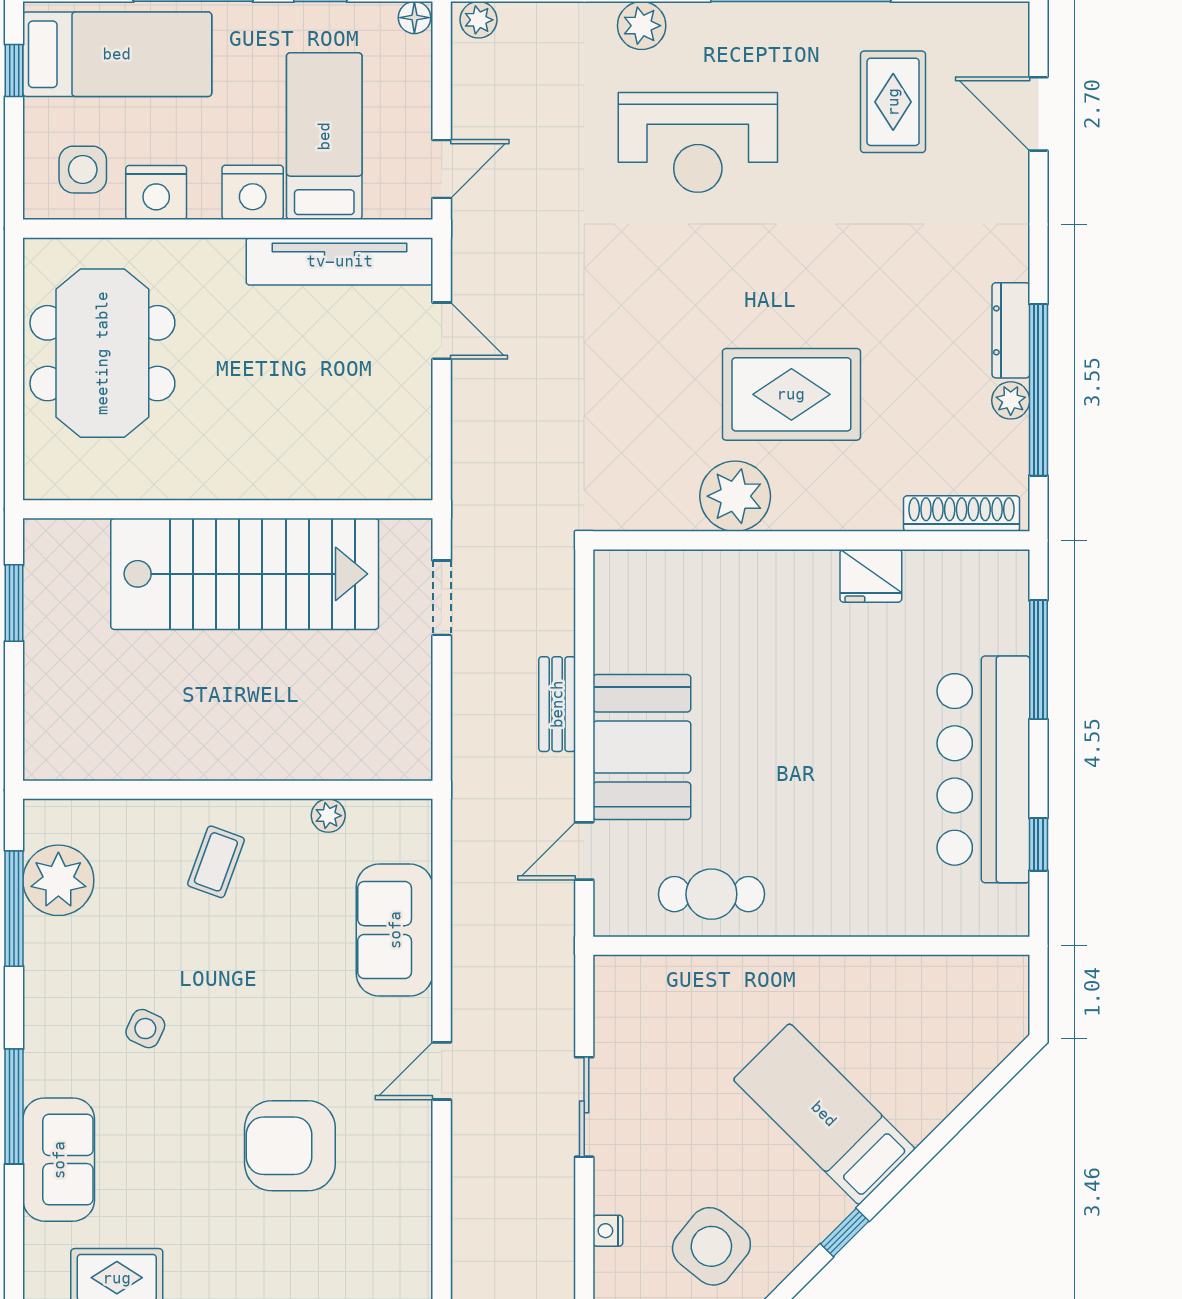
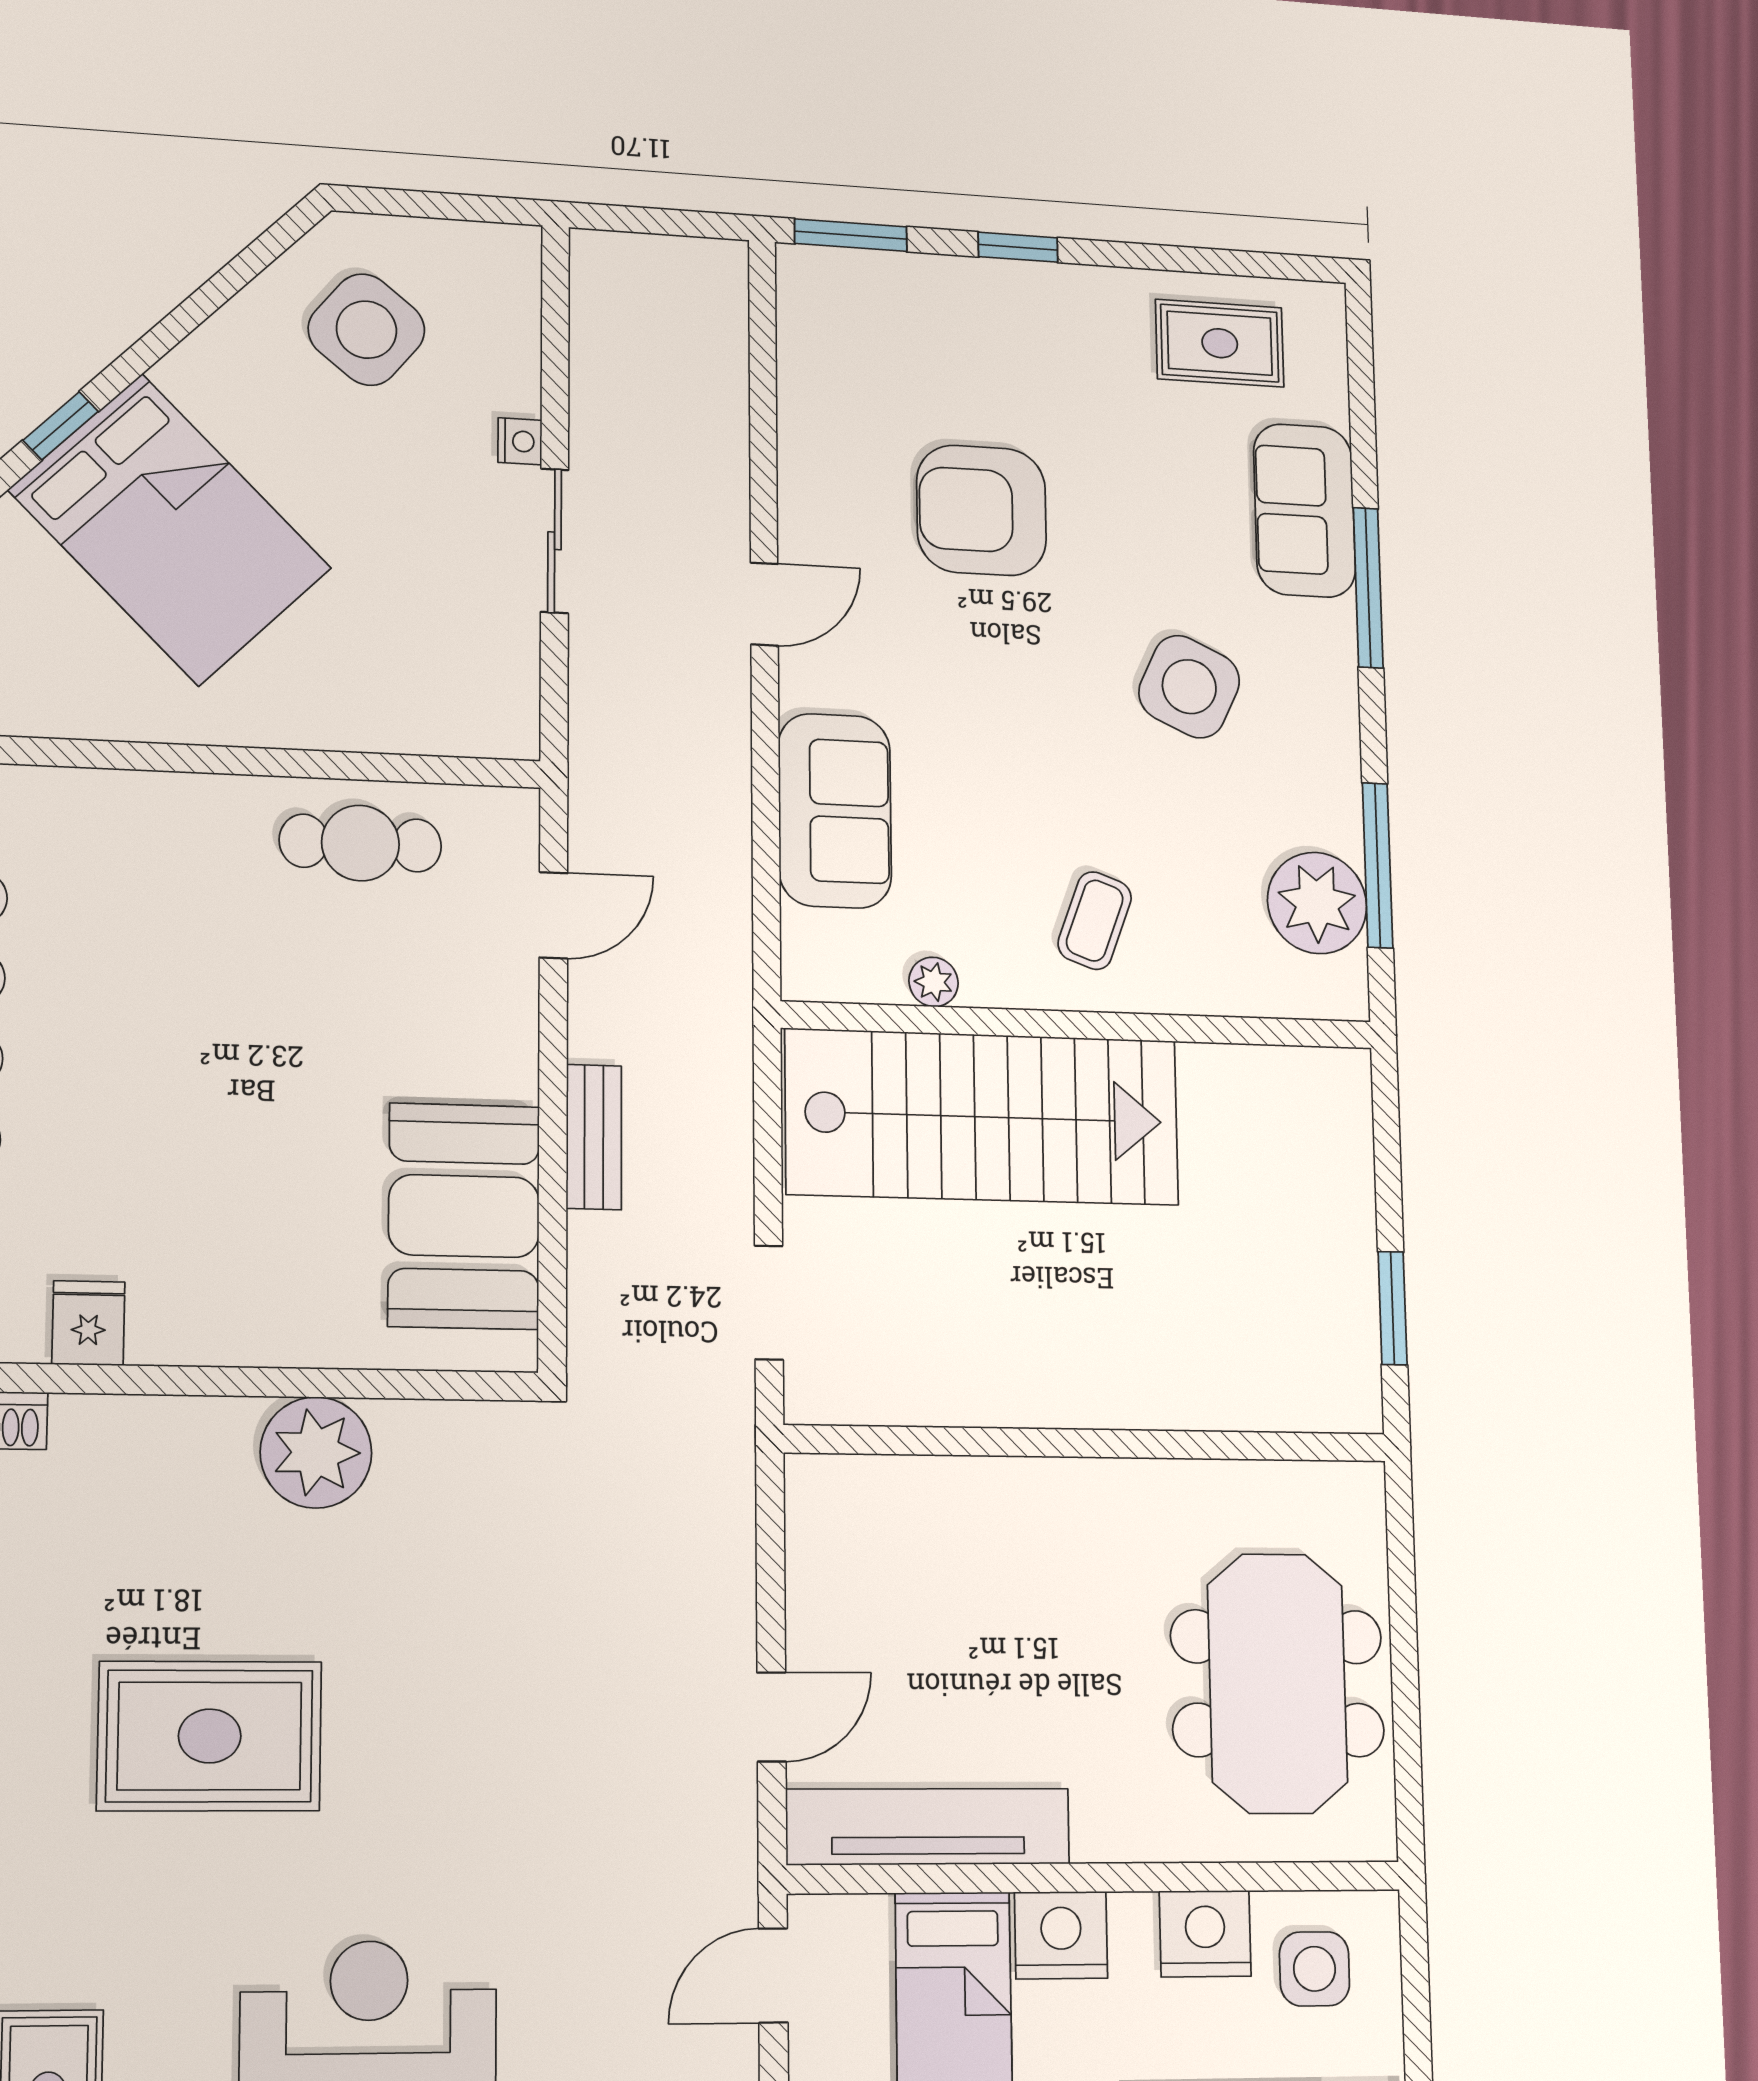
door: (442, 331) -> (772, 1717), swing flipped
rug: (791, 394) -> (210, 1736), moved
stairs: (245, 574) -> (983, 1117), moved, turned 180
fridge: (871, 576) -> (88, 1323), width x0.72
booth: (642, 747) -> (464, 1216), moved
side table: (145, 1029) -> (1189, 687), width x1.87, depth x1.87
bed: (824, 1114) -> (170, 529), width x1.50
armchair: (290, 1146) -> (982, 510), turned 180
nightstand: (608, 1231) -> (520, 441), moved
window: (845, 1233) -> (61, 426), moved

